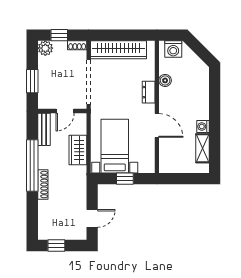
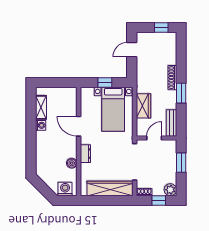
window: (32, 166) -> (181, 93), width x0.47

